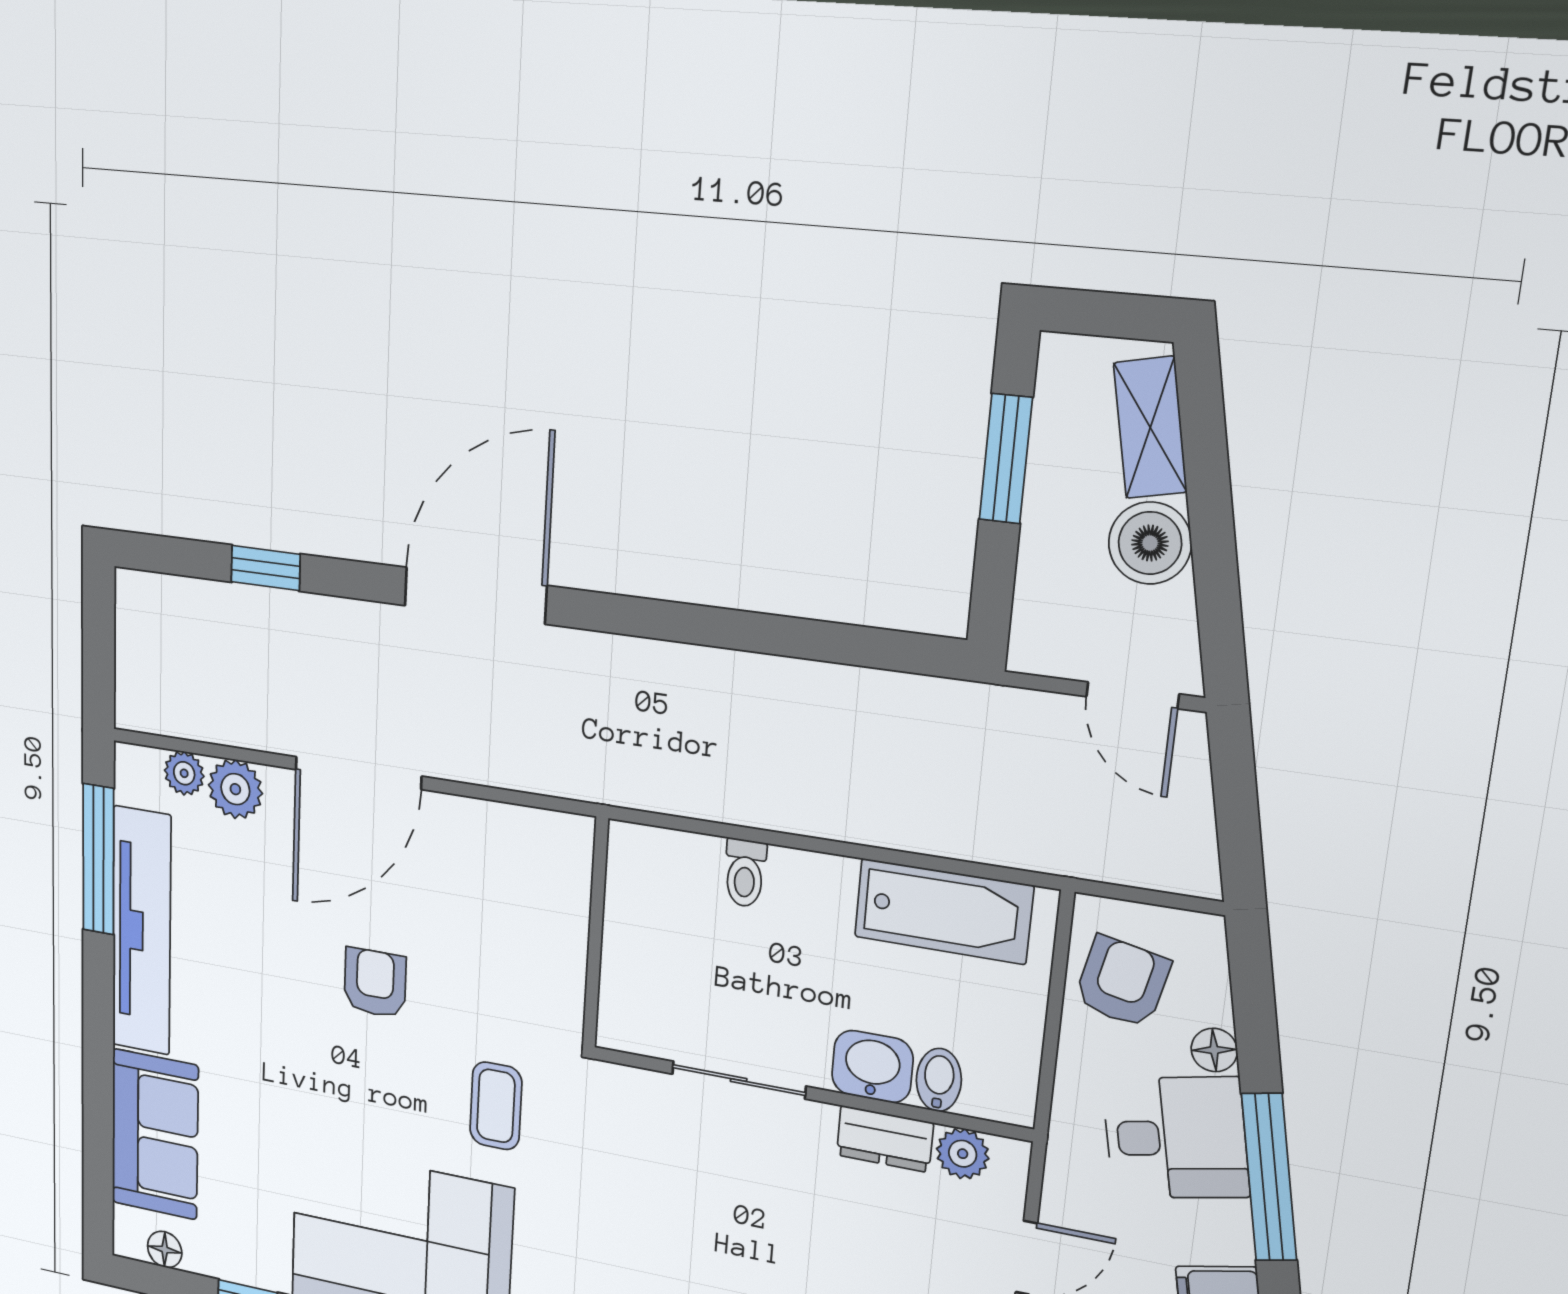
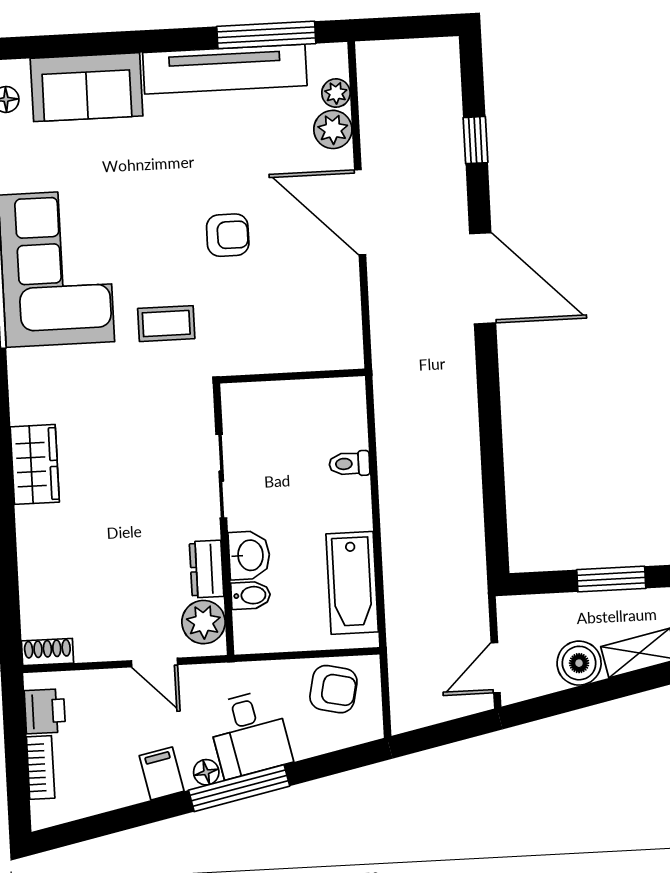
floor lamp: (1214, 1050) -> (206, 772), moved
plant: (963, 1154) -> (204, 622), width x1.38, depth x1.38

